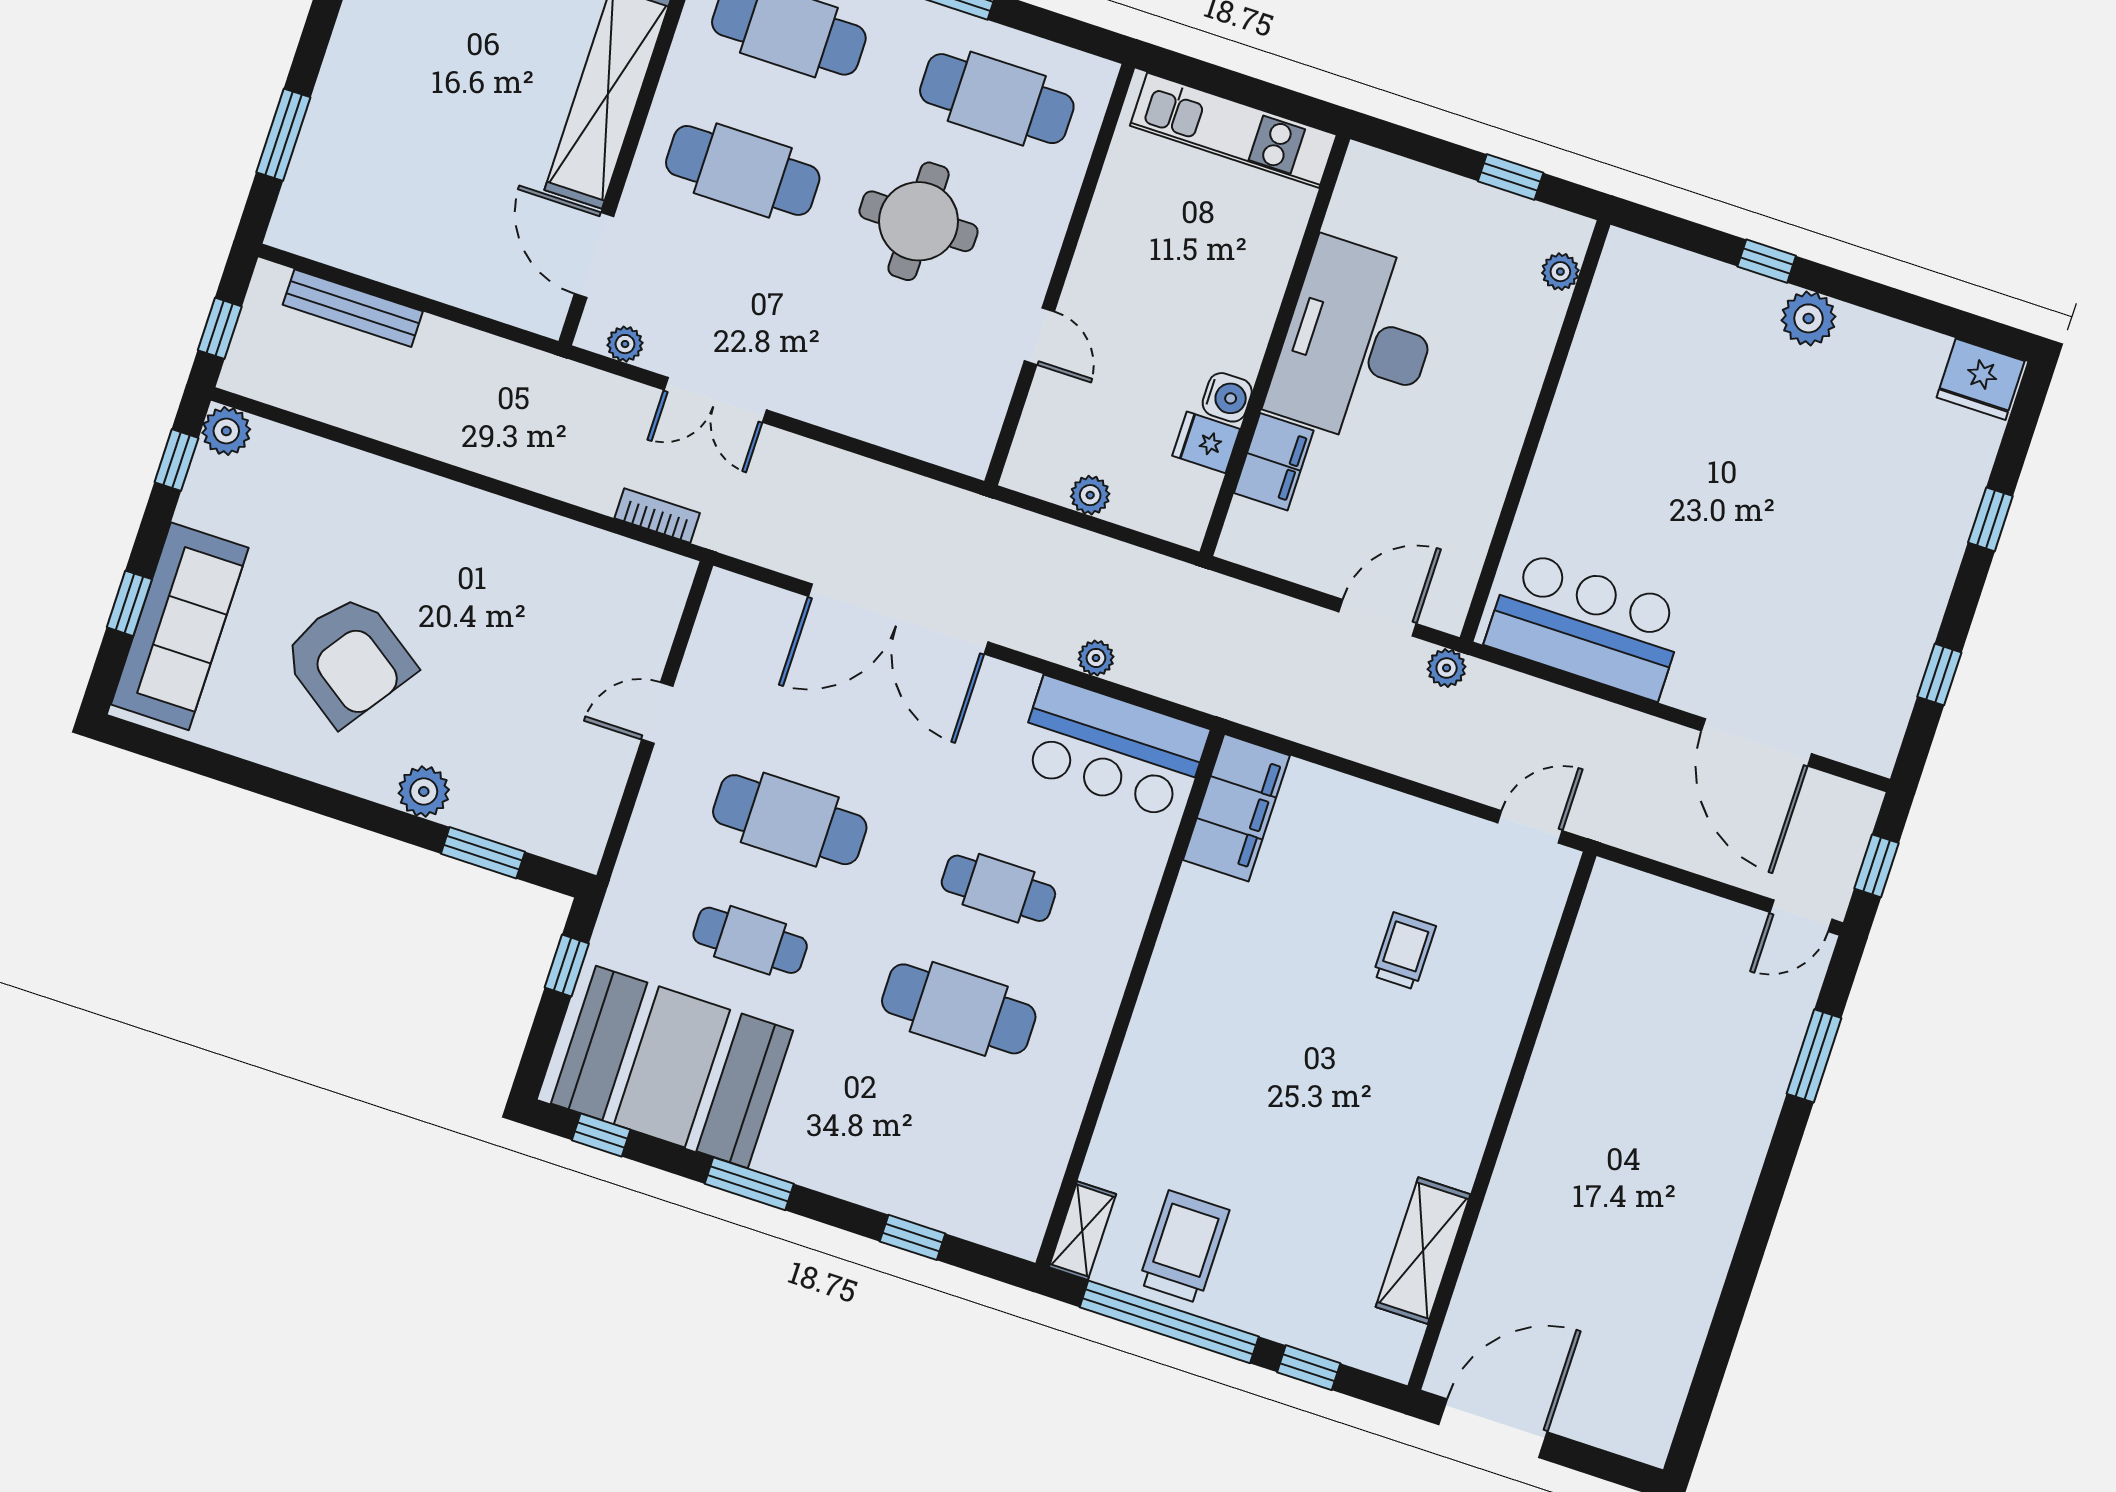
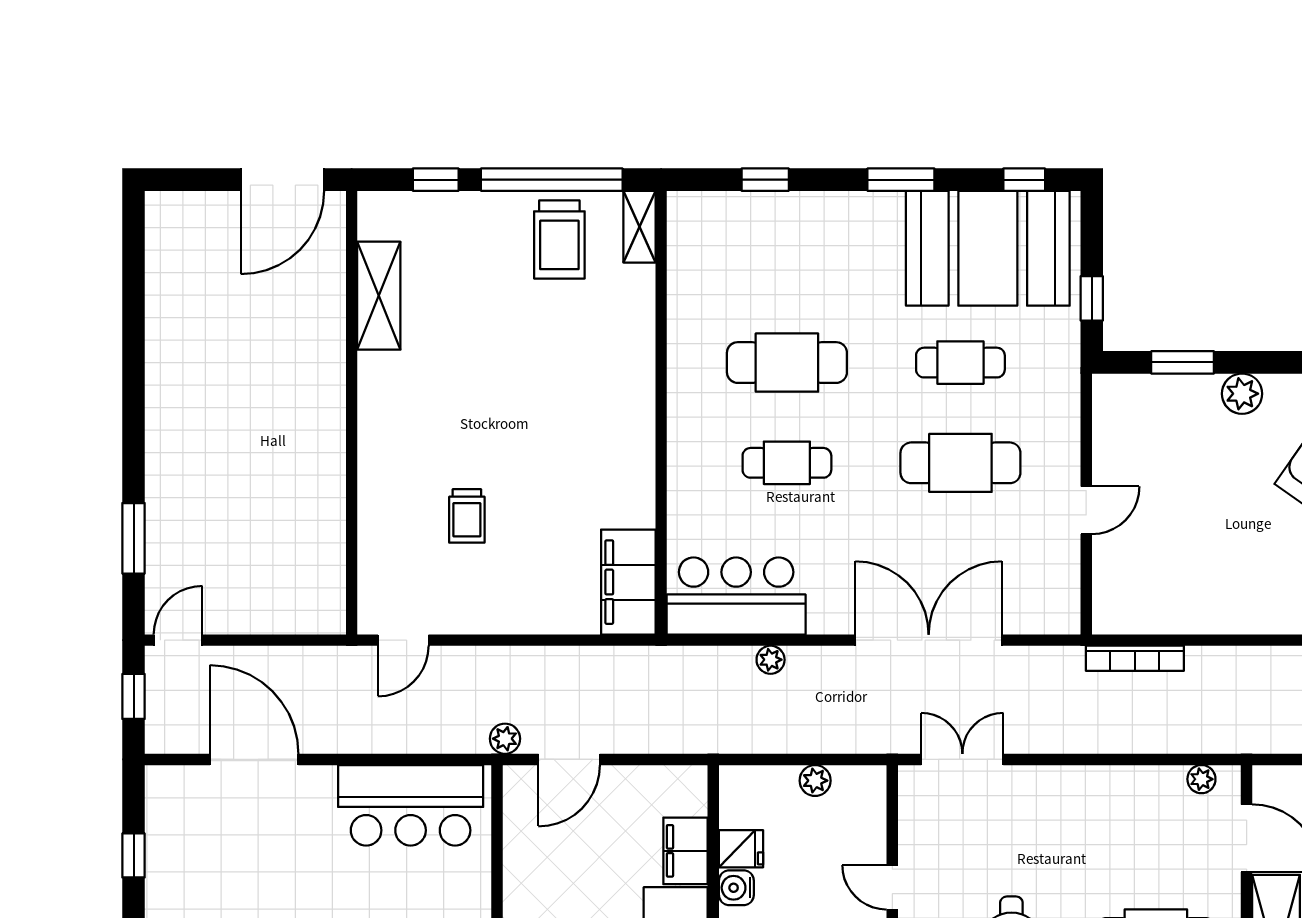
double door: (715, 400) -> (962, 759), moved
bookcase: (657, 516) -> (1135, 658), width x1.56

